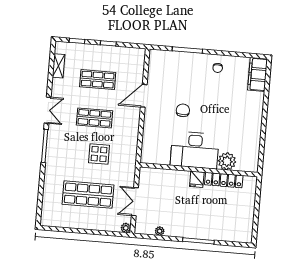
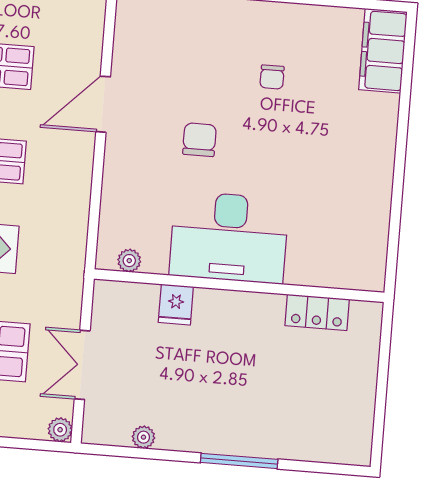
chair: (218, 68) -> (272, 77), moved
plant: (227, 161) -> (129, 261), moved, width x0.53, depth x0.53
fridge: (197, 179) -> (176, 305), moved
locker: (224, 180) -> (317, 312), width x0.66

